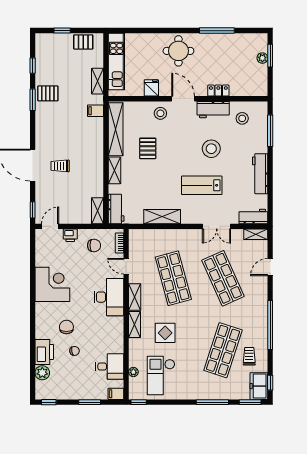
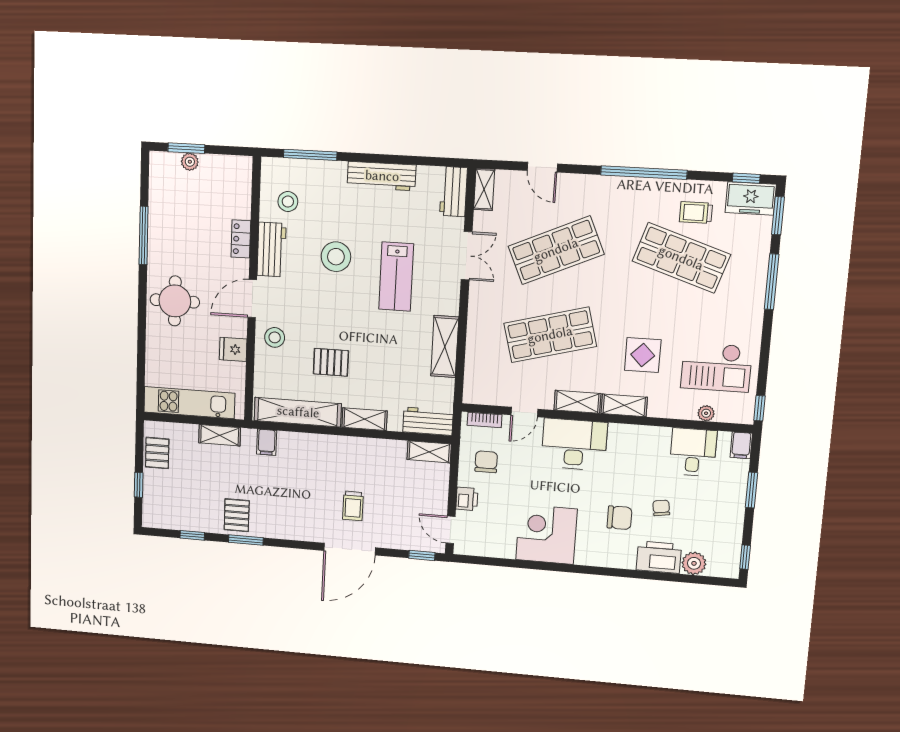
chair: (66, 327) -> (619, 518), turned 180

